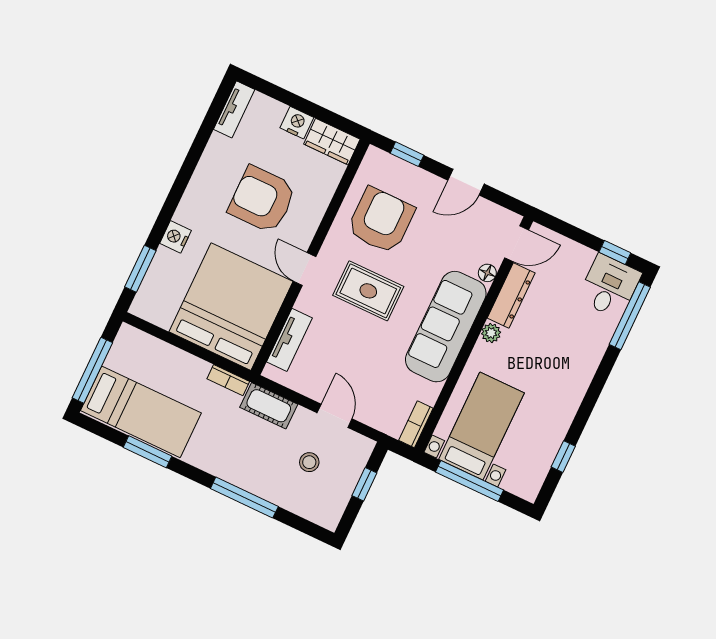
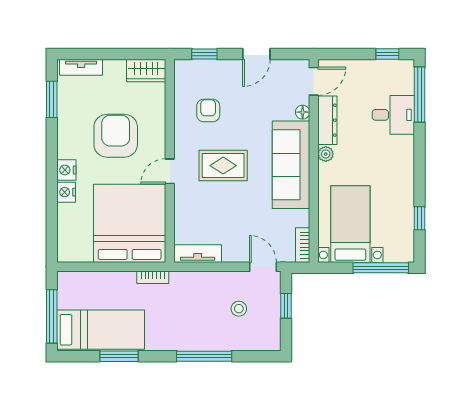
tv unit: (234, 109) -> (81, 67), moved, turned 90
nightstand: (297, 123) -> (66, 170), moved, turned -90
armchair: (262, 199) -> (116, 136), turned 90
armchair: (381, 220) -> (208, 111), width x0.53, depth x0.53
window: (140, 269) -> (52, 99), moved
door: (305, 269) -> (170, 171), hinge flipped
desk: (609, 286) -> (393, 115), moved, turned 90
tv unit: (289, 340) -> (198, 254), moved, turned -90
cot: (269, 406) -> (191, 282), removed
door: (335, 416) -> (263, 267), moved
window: (469, 481) -> (381, 268), moved

